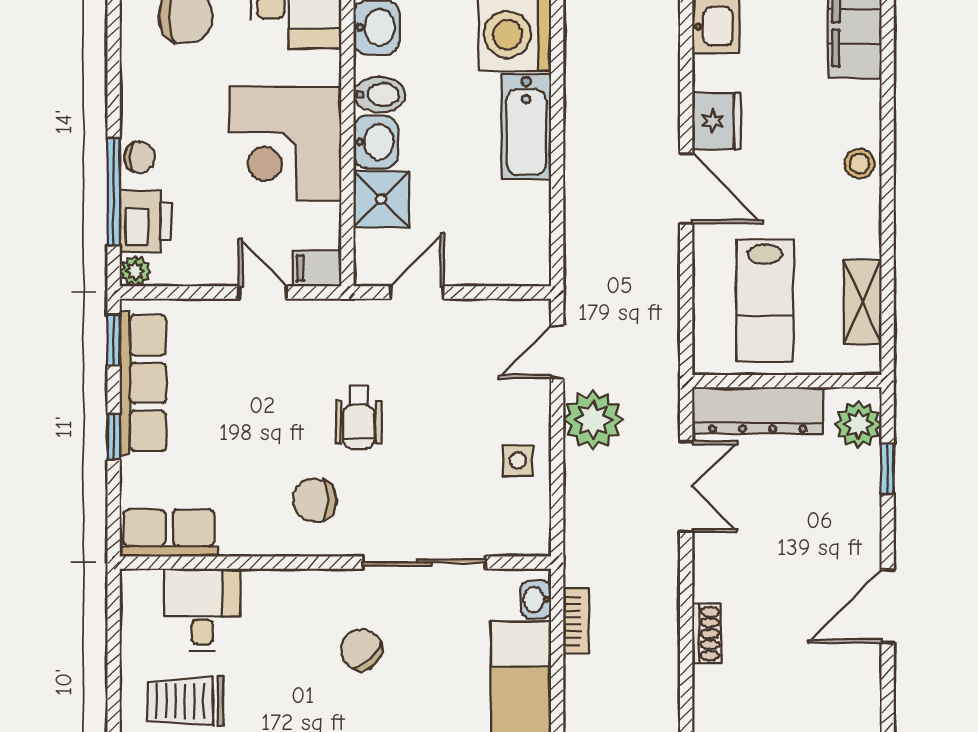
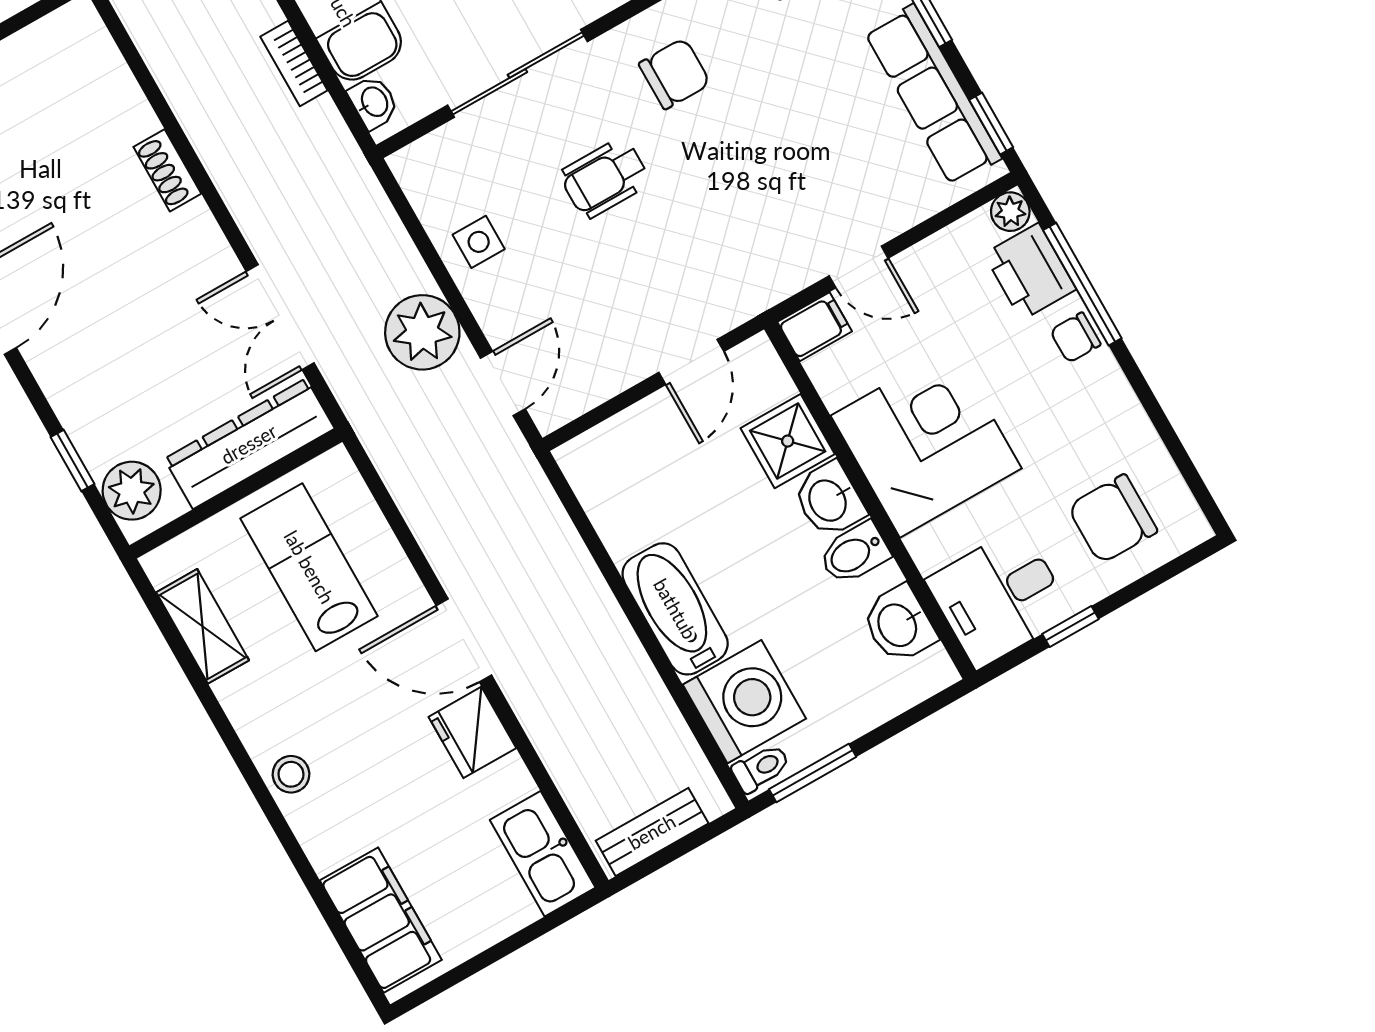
wheelchair: (359, 417) -> (605, 178), moved, turned -90
bookcase: (576, 621) -> (294, 64), moved

